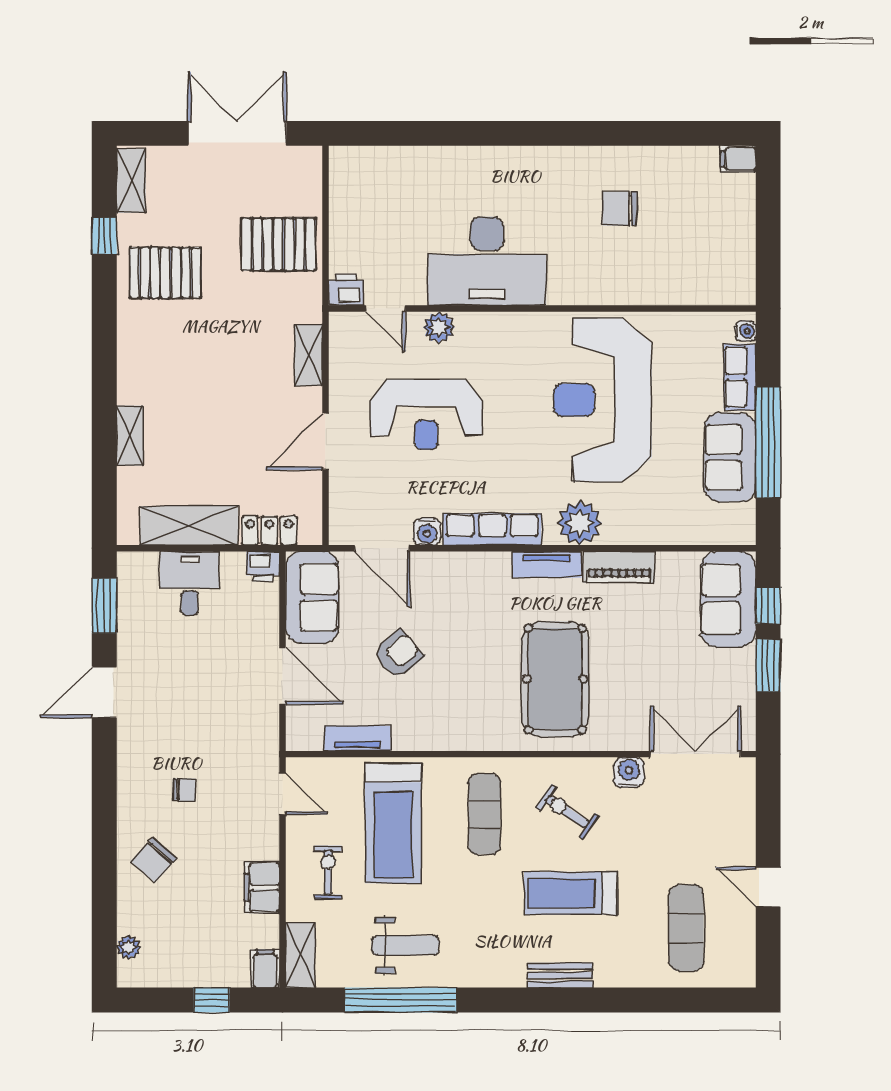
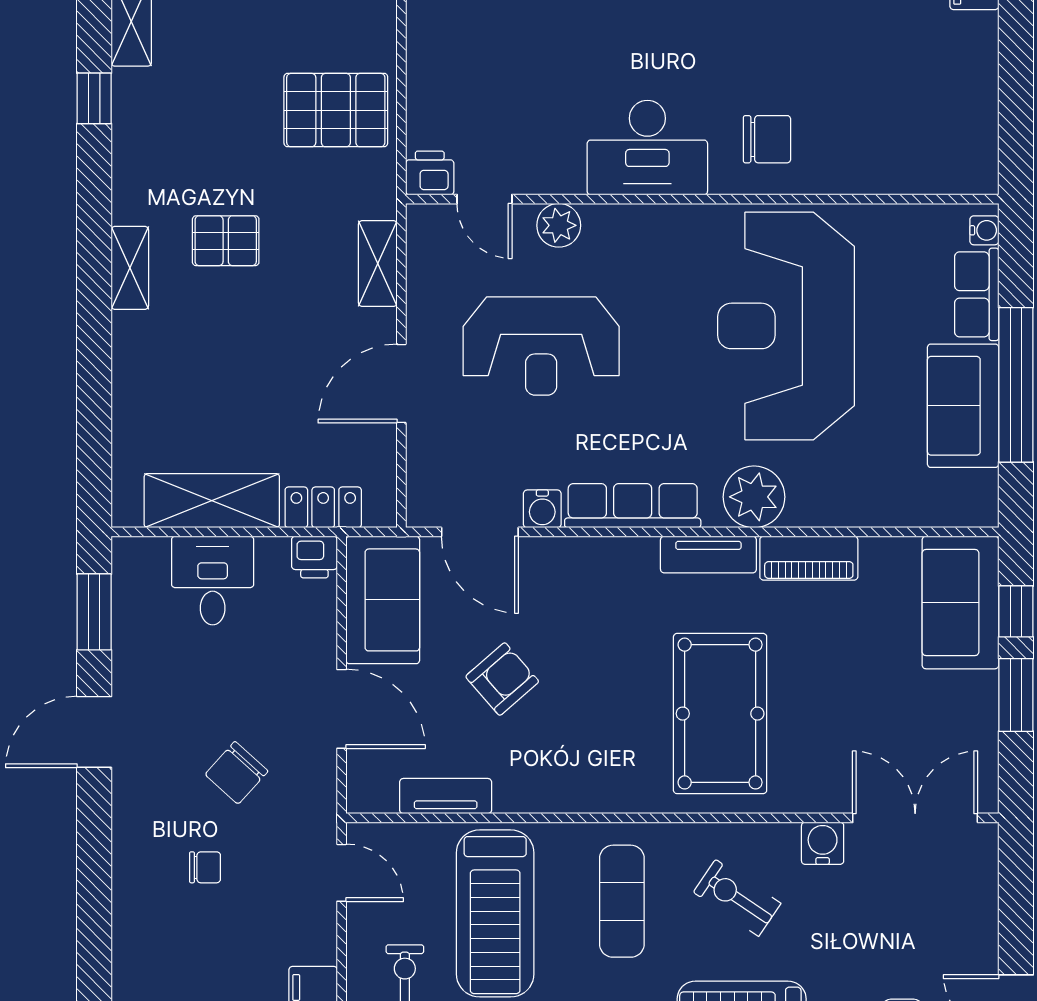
chair: (620, 209) -> (767, 139), moved, turned 180
desk: (487, 261) -> (647, 148), width x0.73, depth x0.77
pallet: (165, 273) -> (226, 241), moved, width x0.67, depth x0.71
shelving: (130, 436) -> (130, 268), moved
chair: (154, 860) -> (237, 773), moved

